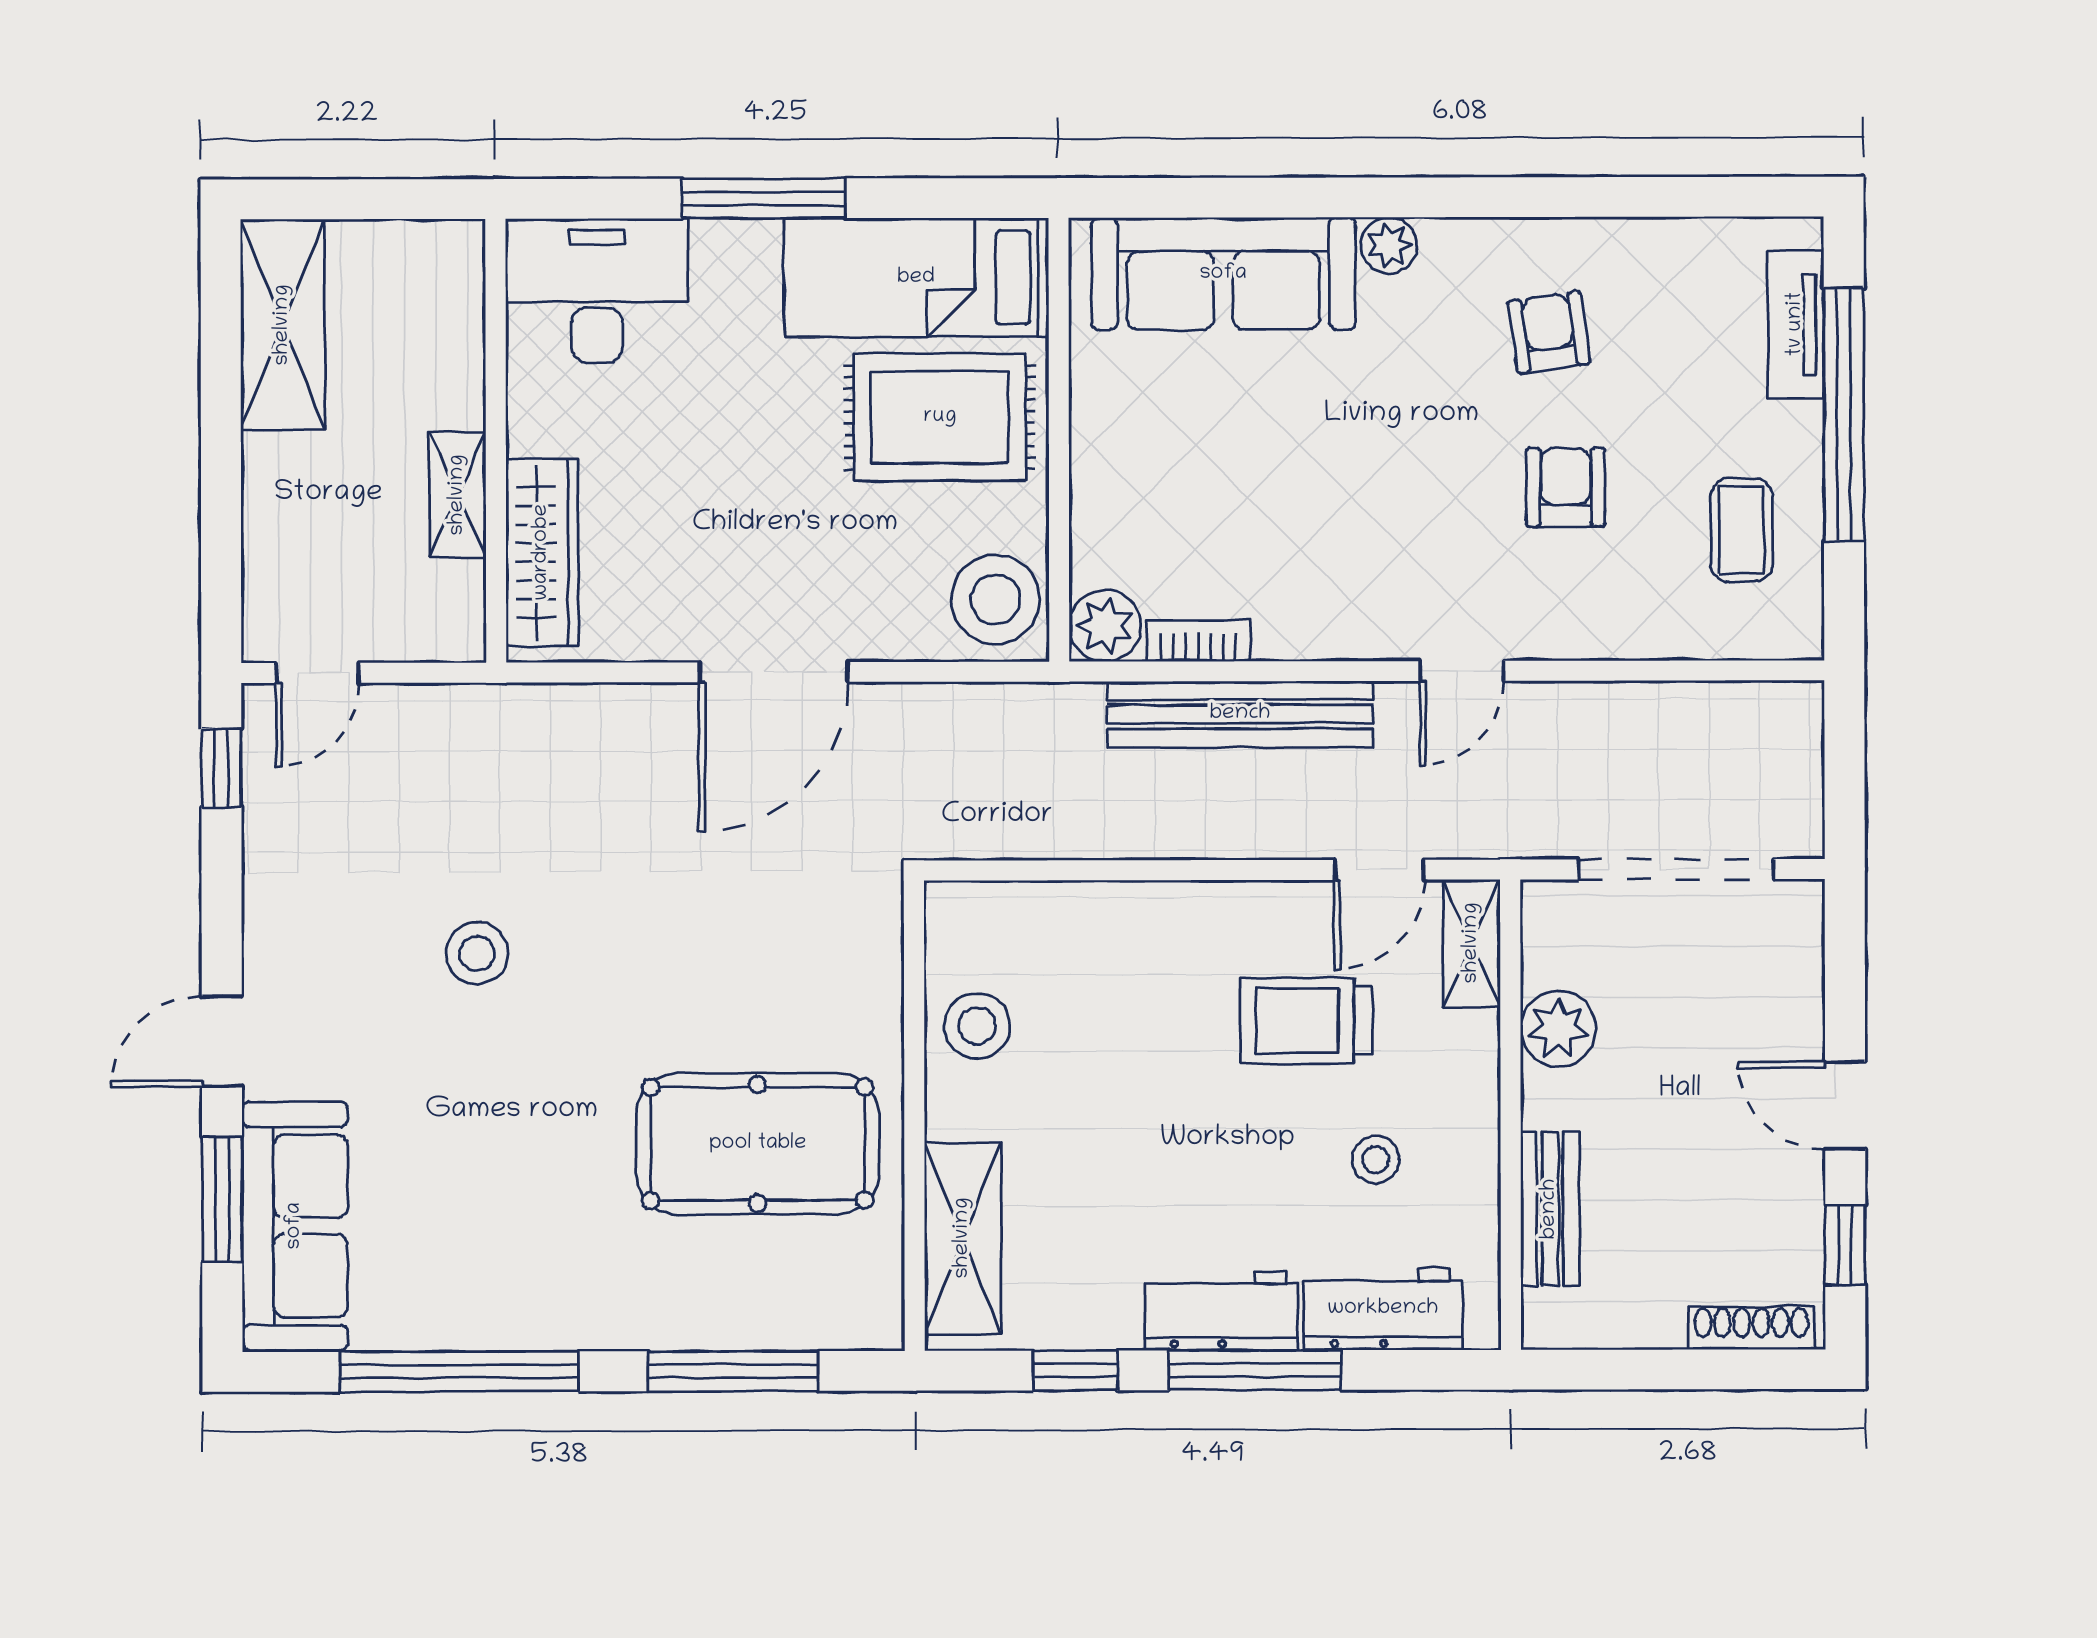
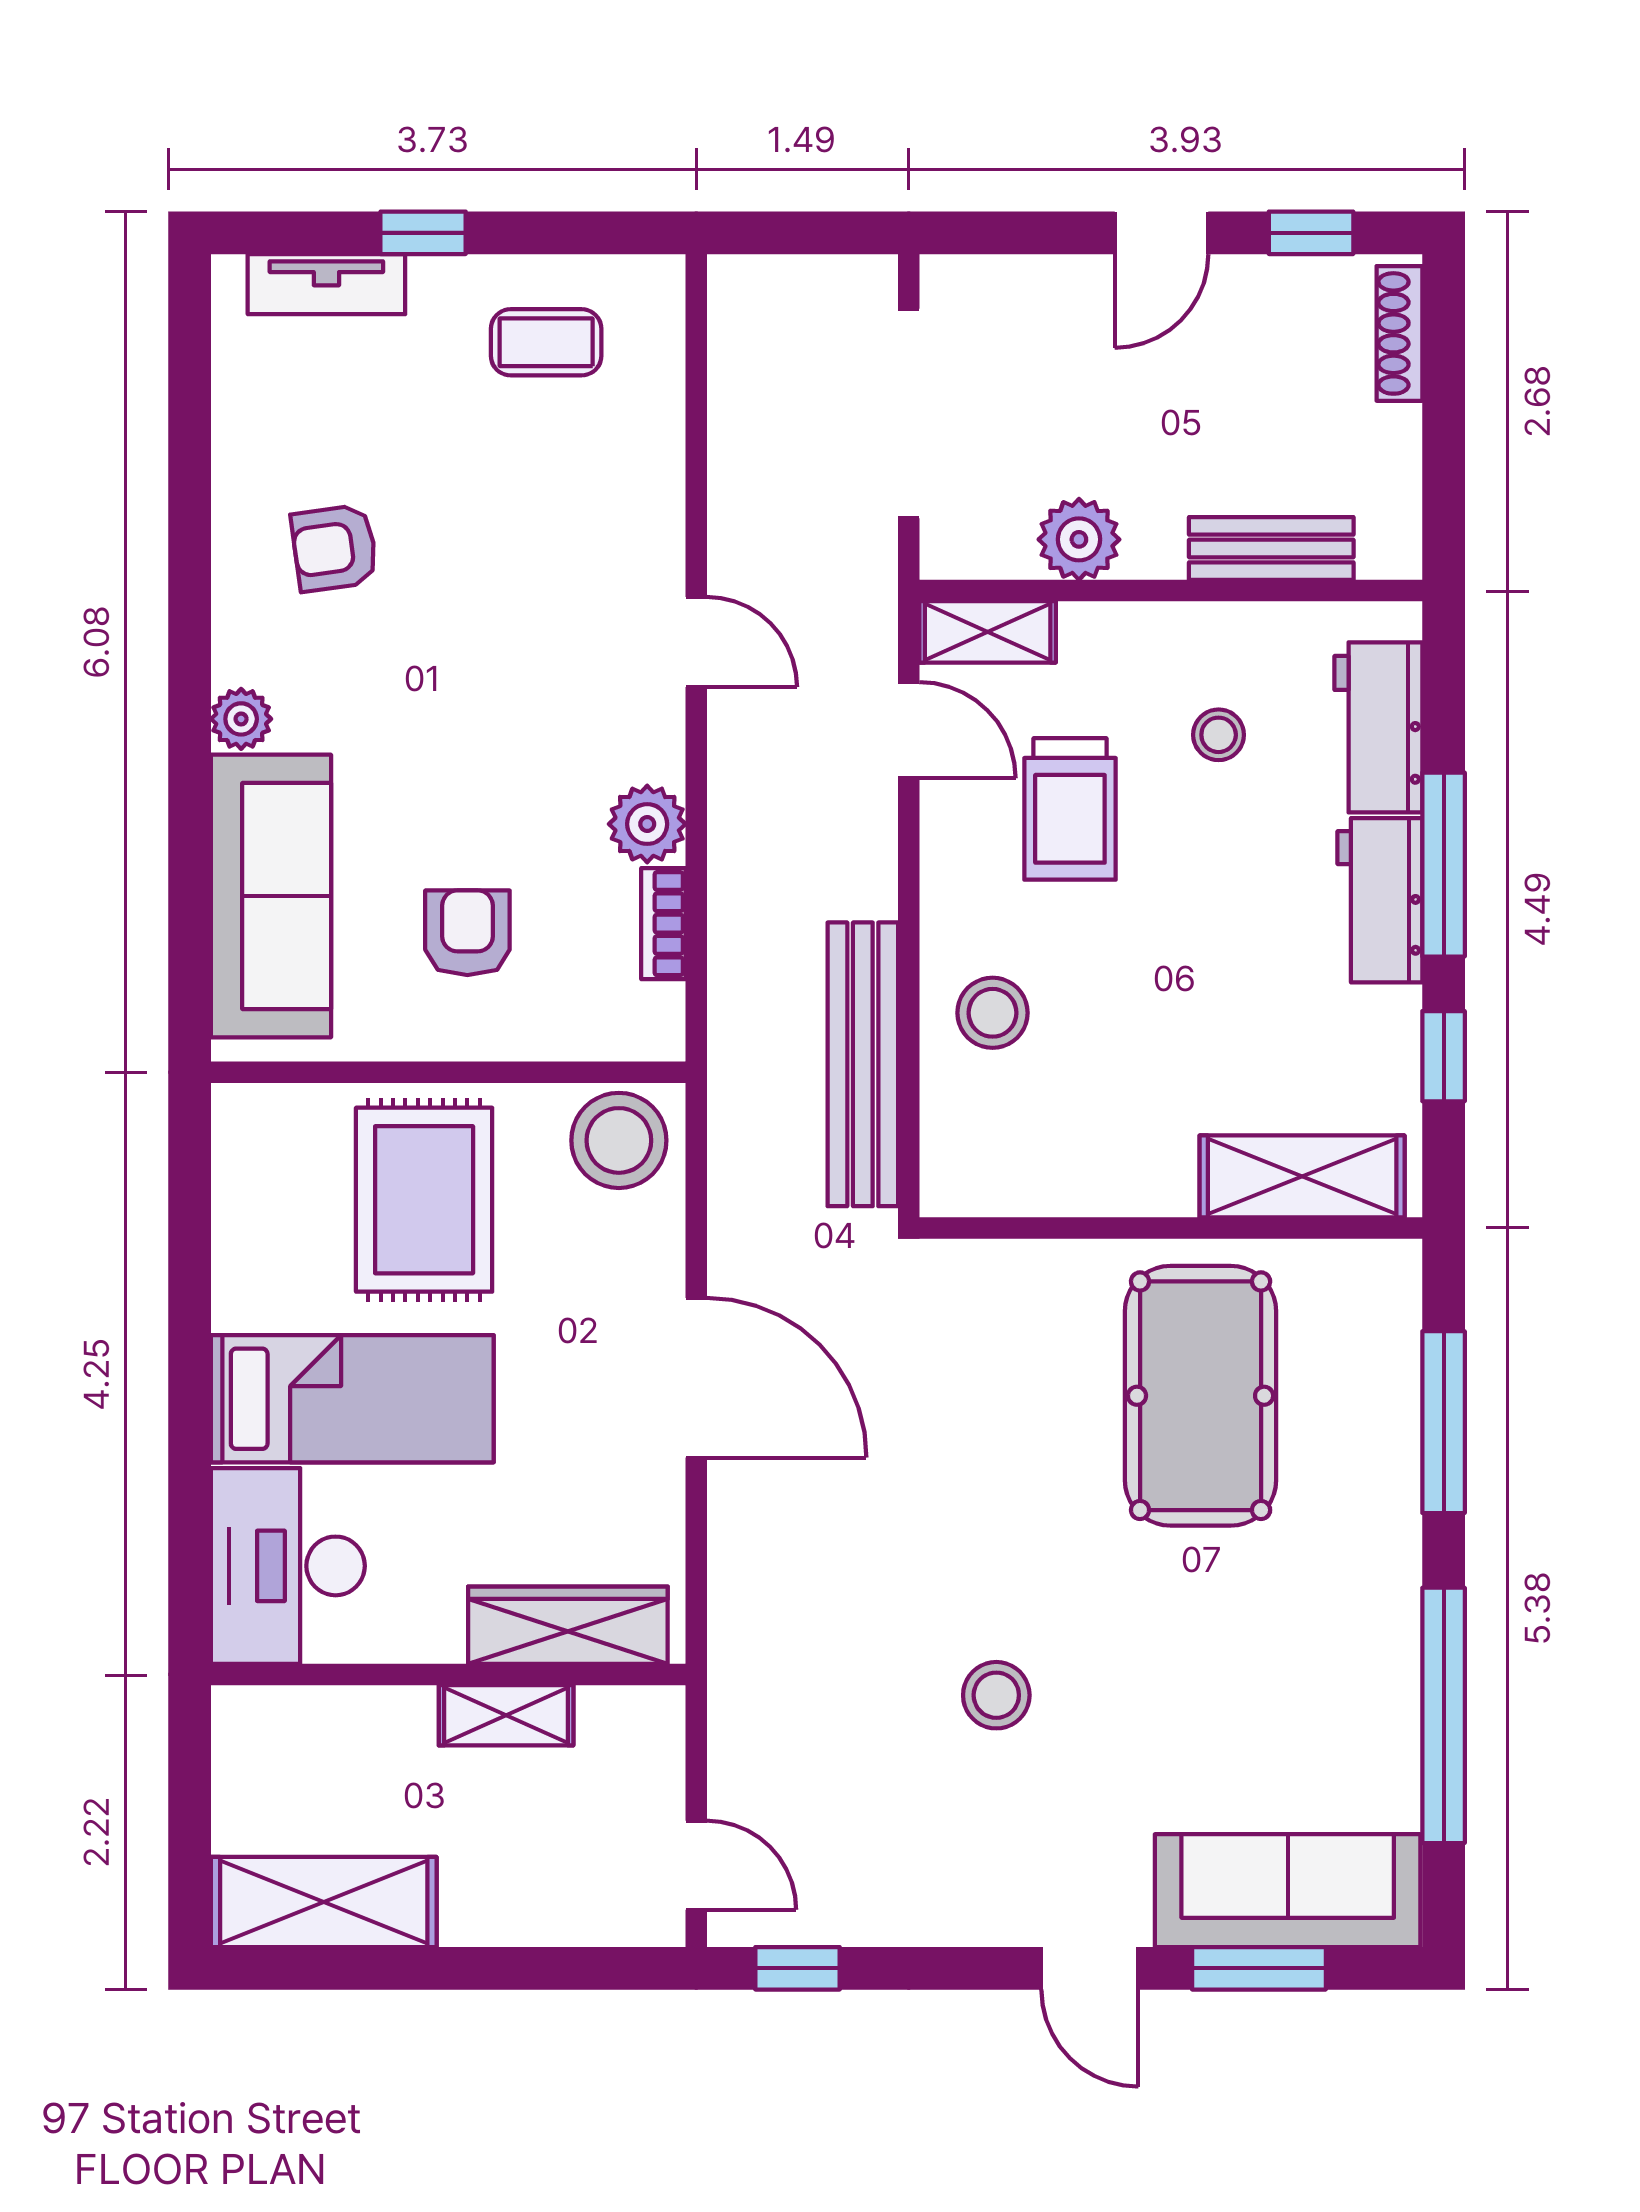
window: (763, 198) -> (190, 1388), removed
bed: (916, 278) -> (352, 1399), moved, turned -90
window: (1844, 415) -> (423, 233), width x0.32
armchair: (1566, 487) -> (467, 933), moved, turned 90
plant: (1105, 626) -> (647, 824), moved
bench: (1240, 714) -> (863, 1064), moved
stool: (977, 1026) -> (993, 1013), moved

